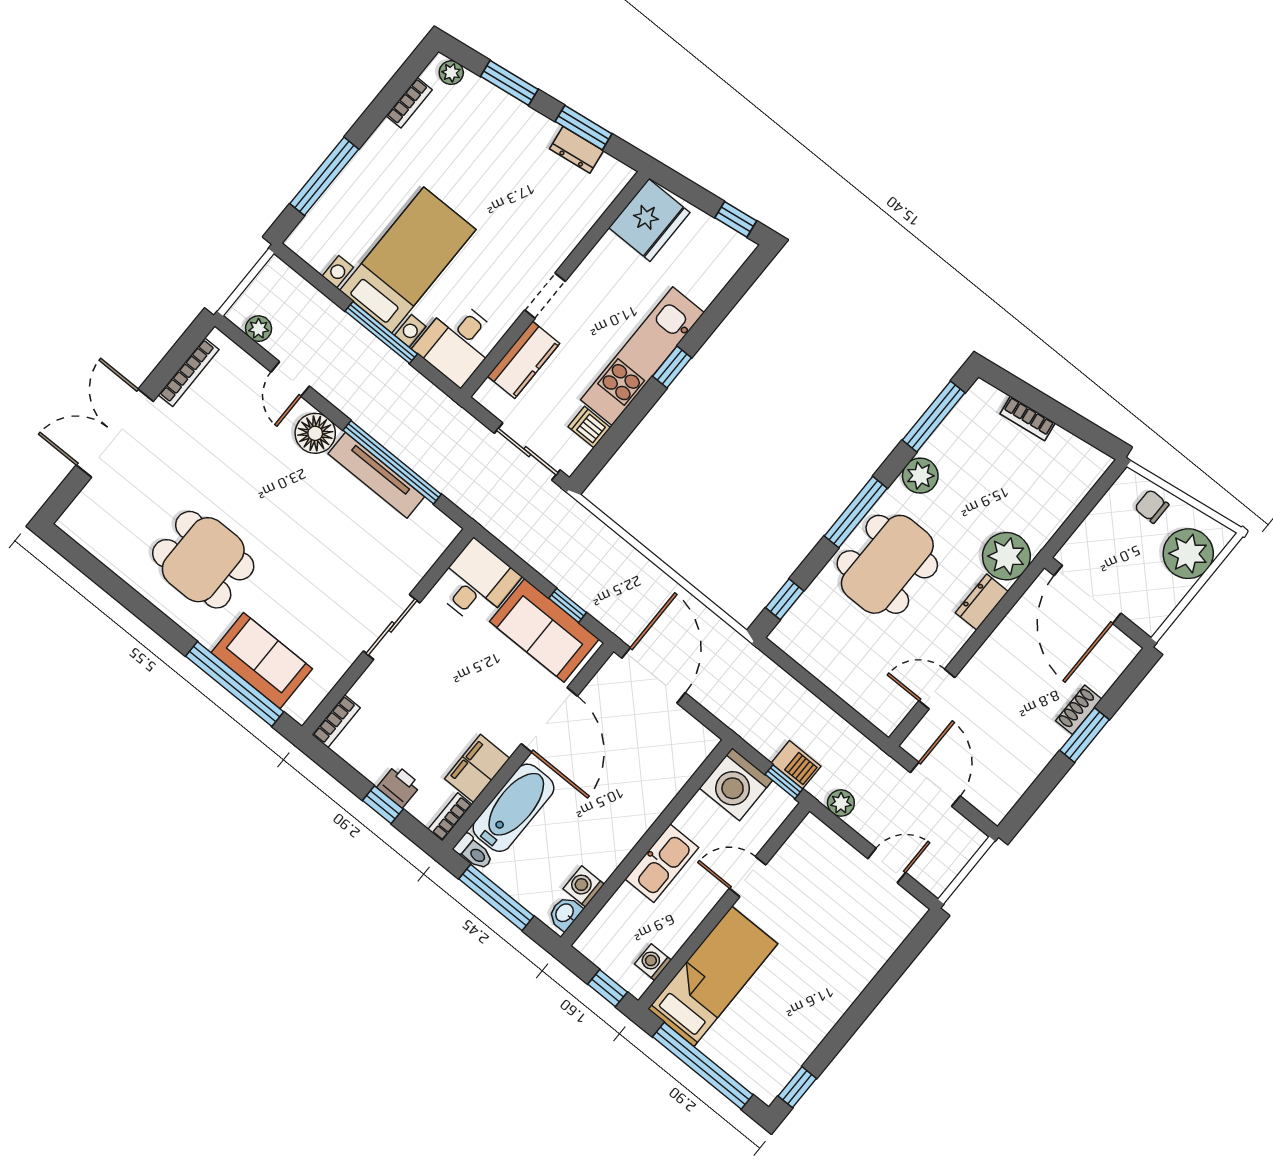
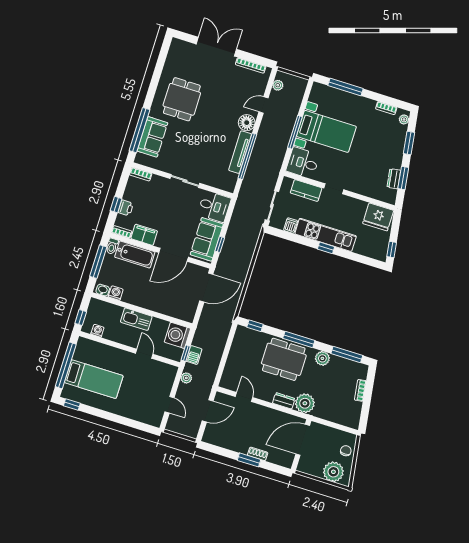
bed: (713, 976) -> (94, 379), moved

